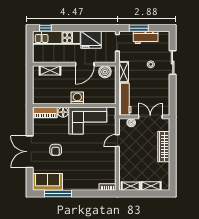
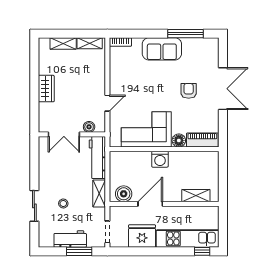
wardrobe: (164, 147) -> (46, 89), width x0.67
sofa: (47, 182) -> (162, 49), moved

